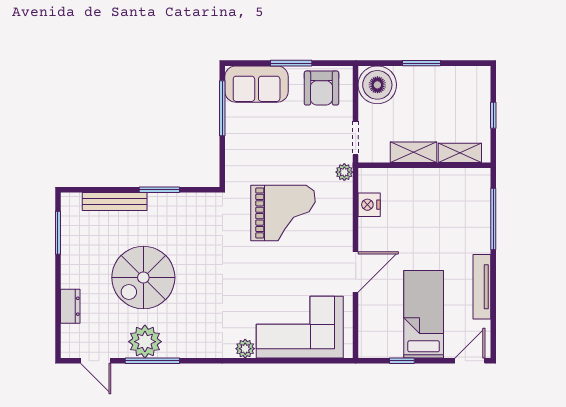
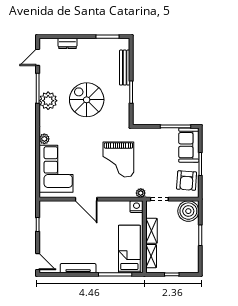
armchair: (321, 88) -> (187, 181), turned -86
nightstand: (369, 205) -> (136, 207), moved
spiral stairs: (143, 278) -> (87, 100), moved
bed: (424, 314) -> (129, 249), moved, turned -90
plant: (145, 342) -> (48, 101), moved

